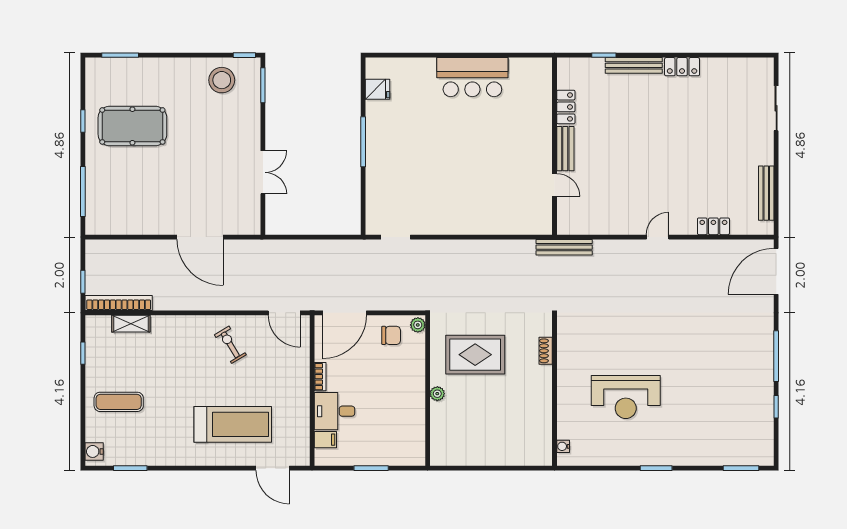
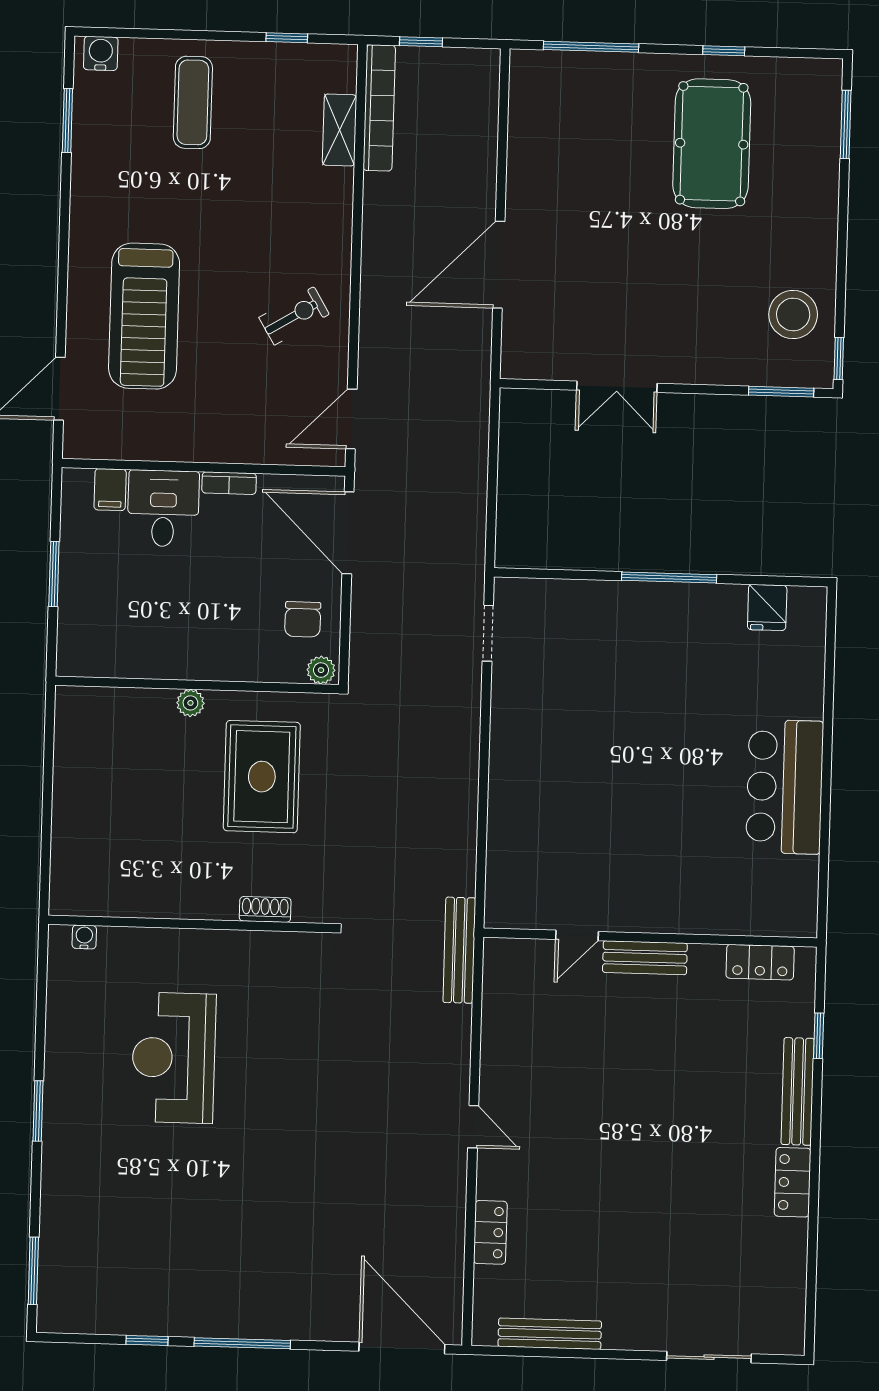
locker: (566, 107) -> (760, 962), moved

